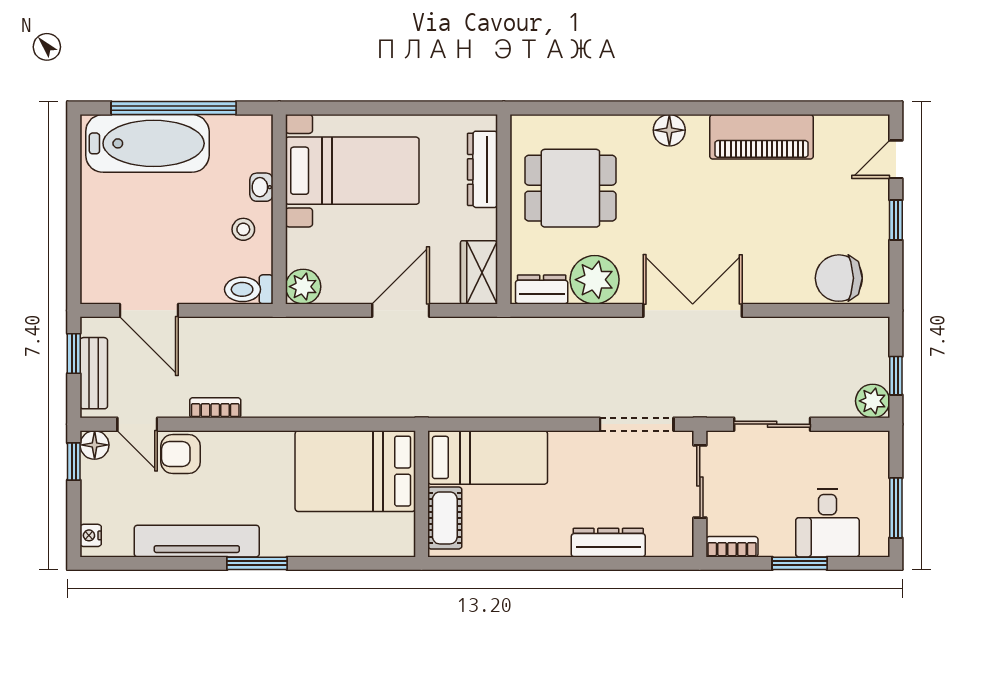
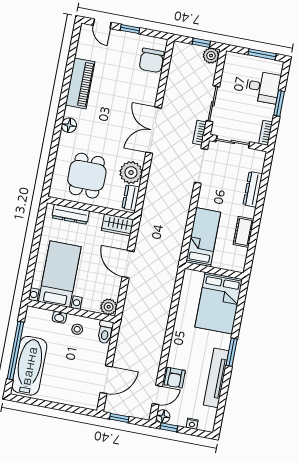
bench: (94, 373) -> (130, 410), removed
bookcase: (215, 408) -> (199, 133), moved
bed: (355, 471) -> (219, 303), moved
cot: (445, 518) -> (243, 232), moved, turned 90
nightstand: (91, 535) -> (192, 424), moved

